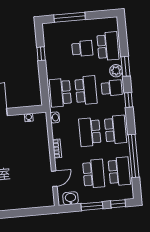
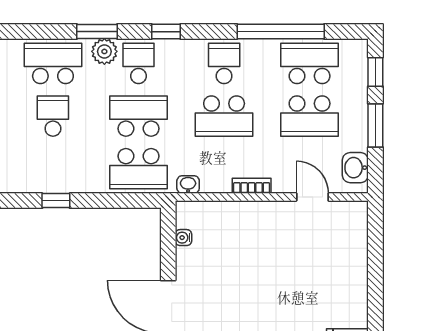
school desk: (115, 130) -> (224, 63), width x0.54
school desk: (94, 174) -> (310, 116), turned 180

